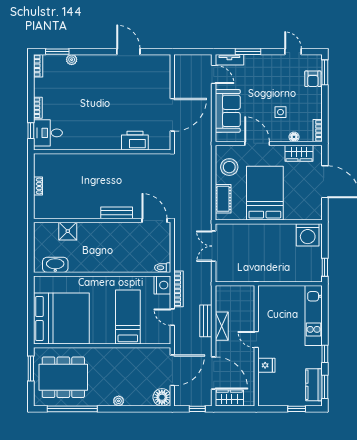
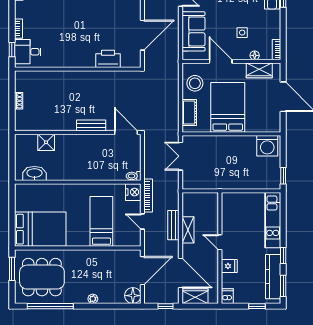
bed: (61, 319) -> (40, 229), width x0.73
kitchen counter: (314, 385) -> (273, 277), width x1.50
dishwasher: (264, 398) -> (227, 296), added

